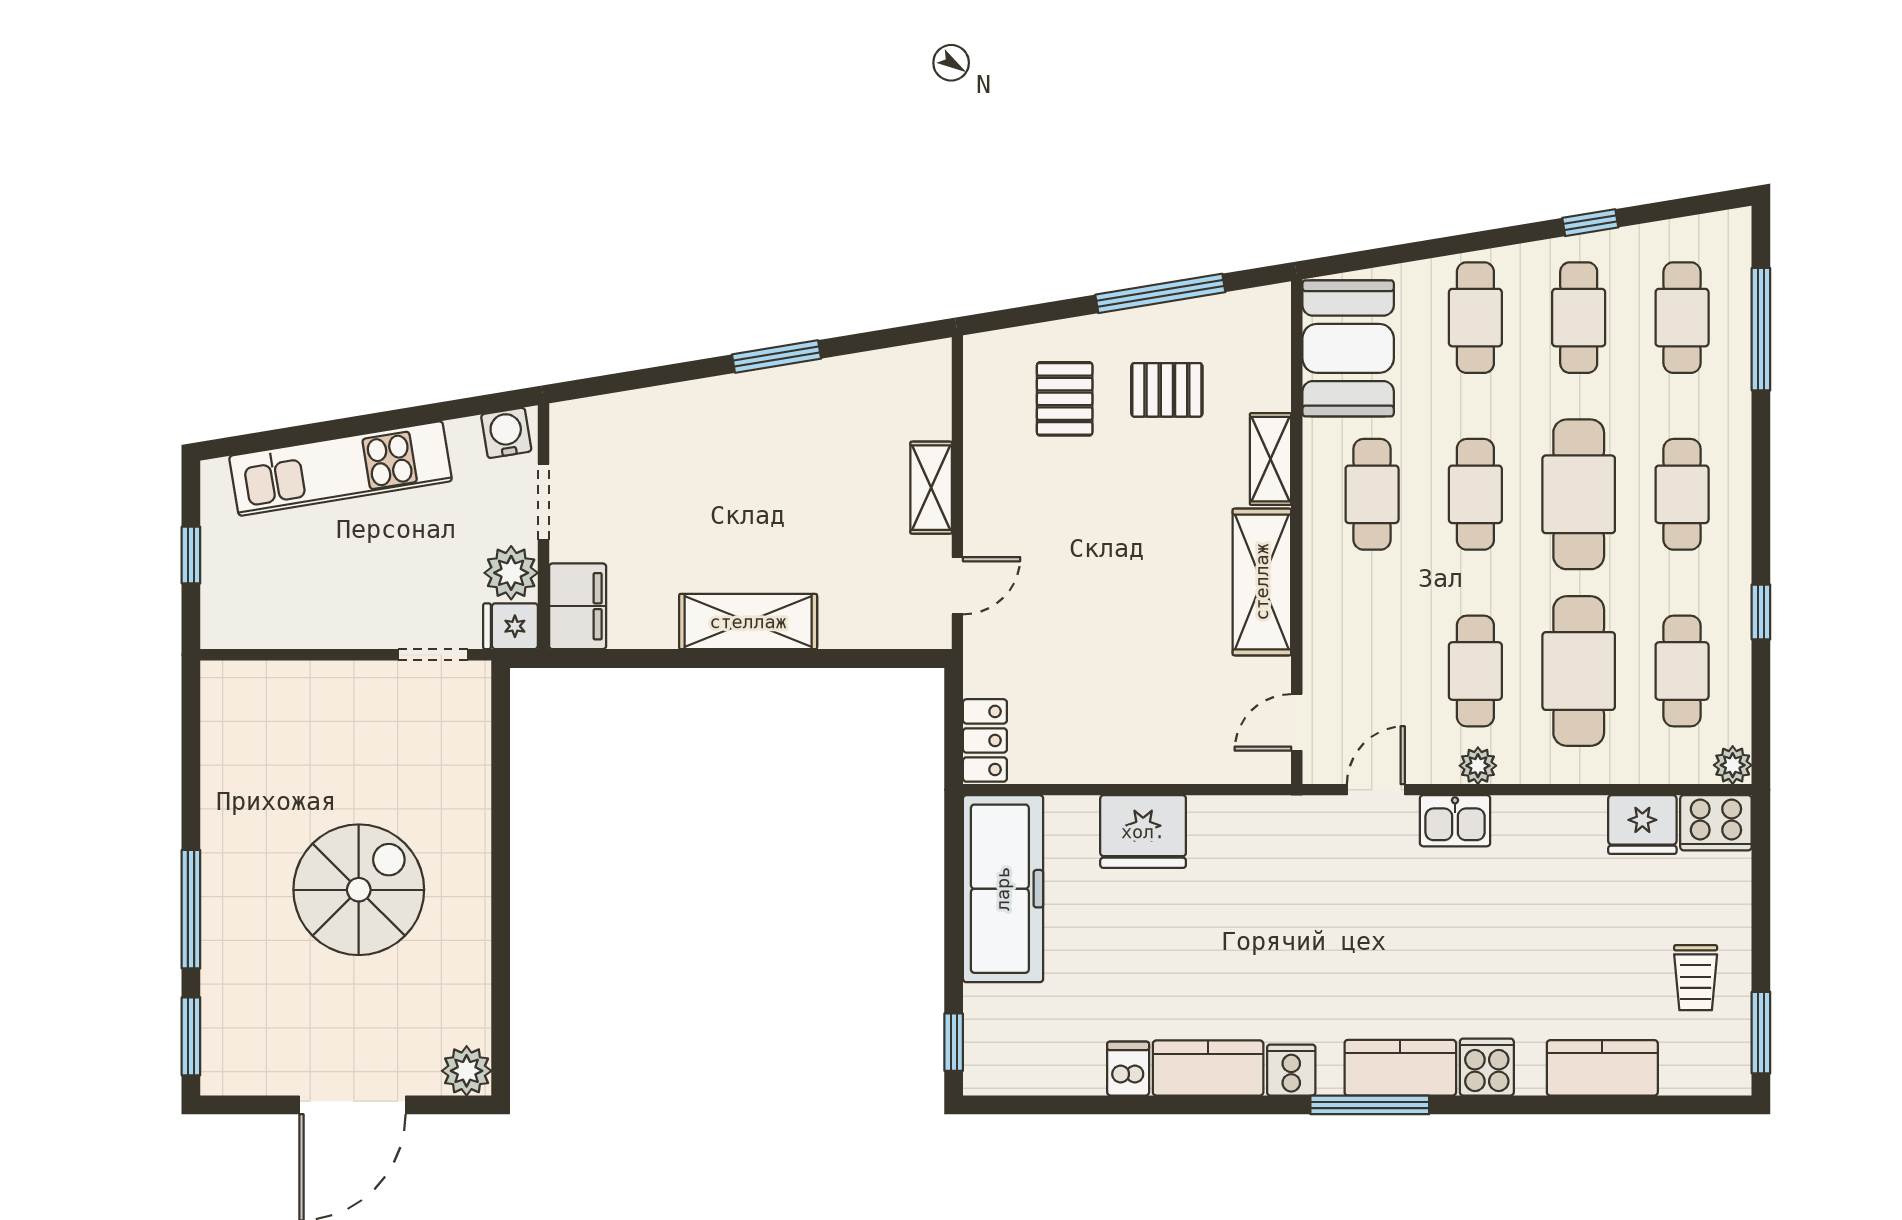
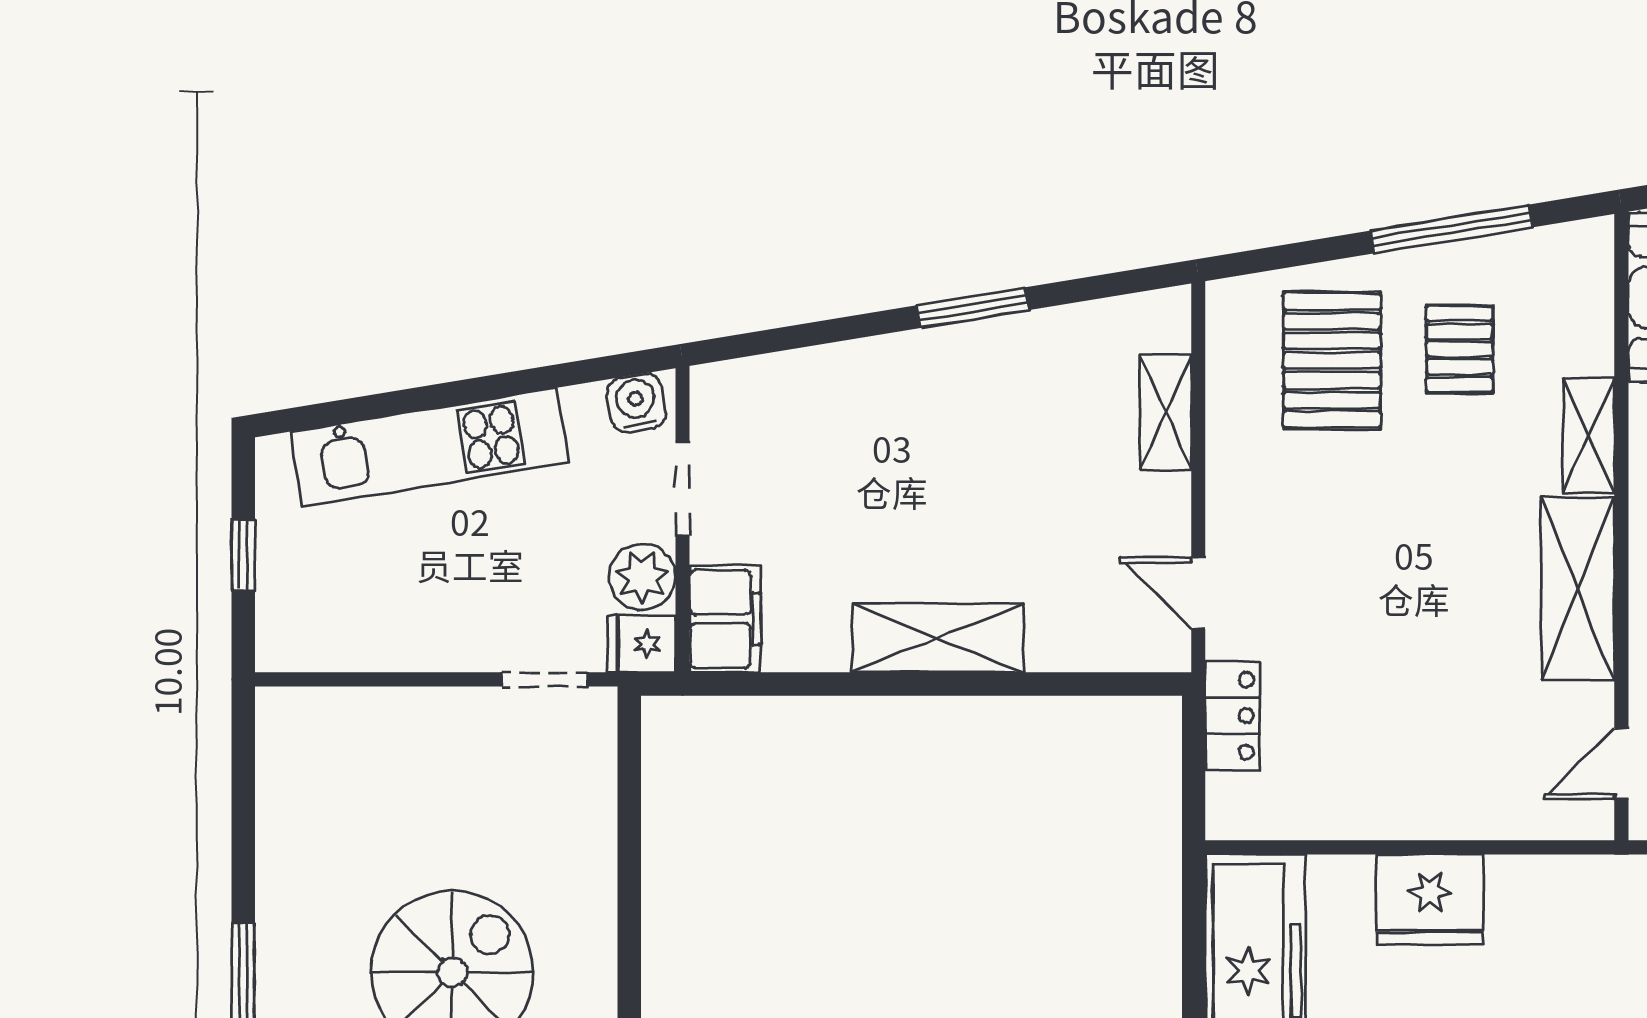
pallet: (1167, 390) -> (1459, 349), turned 90
pallet: (1065, 399) -> (1332, 360), width x1.50, depth x1.42
shelving: (931, 488) -> (1166, 412), moved
door: (957, 586) -> (1198, 593), swing flipped
locker: (985, 740) -> (1233, 716), moved

